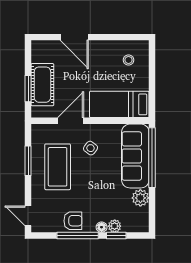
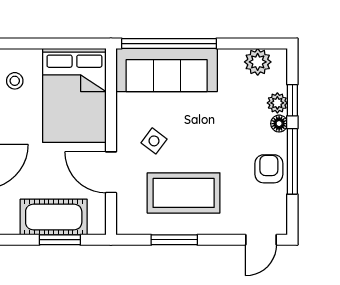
bed: (119, 104) -> (74, 95), width x1.50
plant: (140, 198) -> (258, 62), moved

